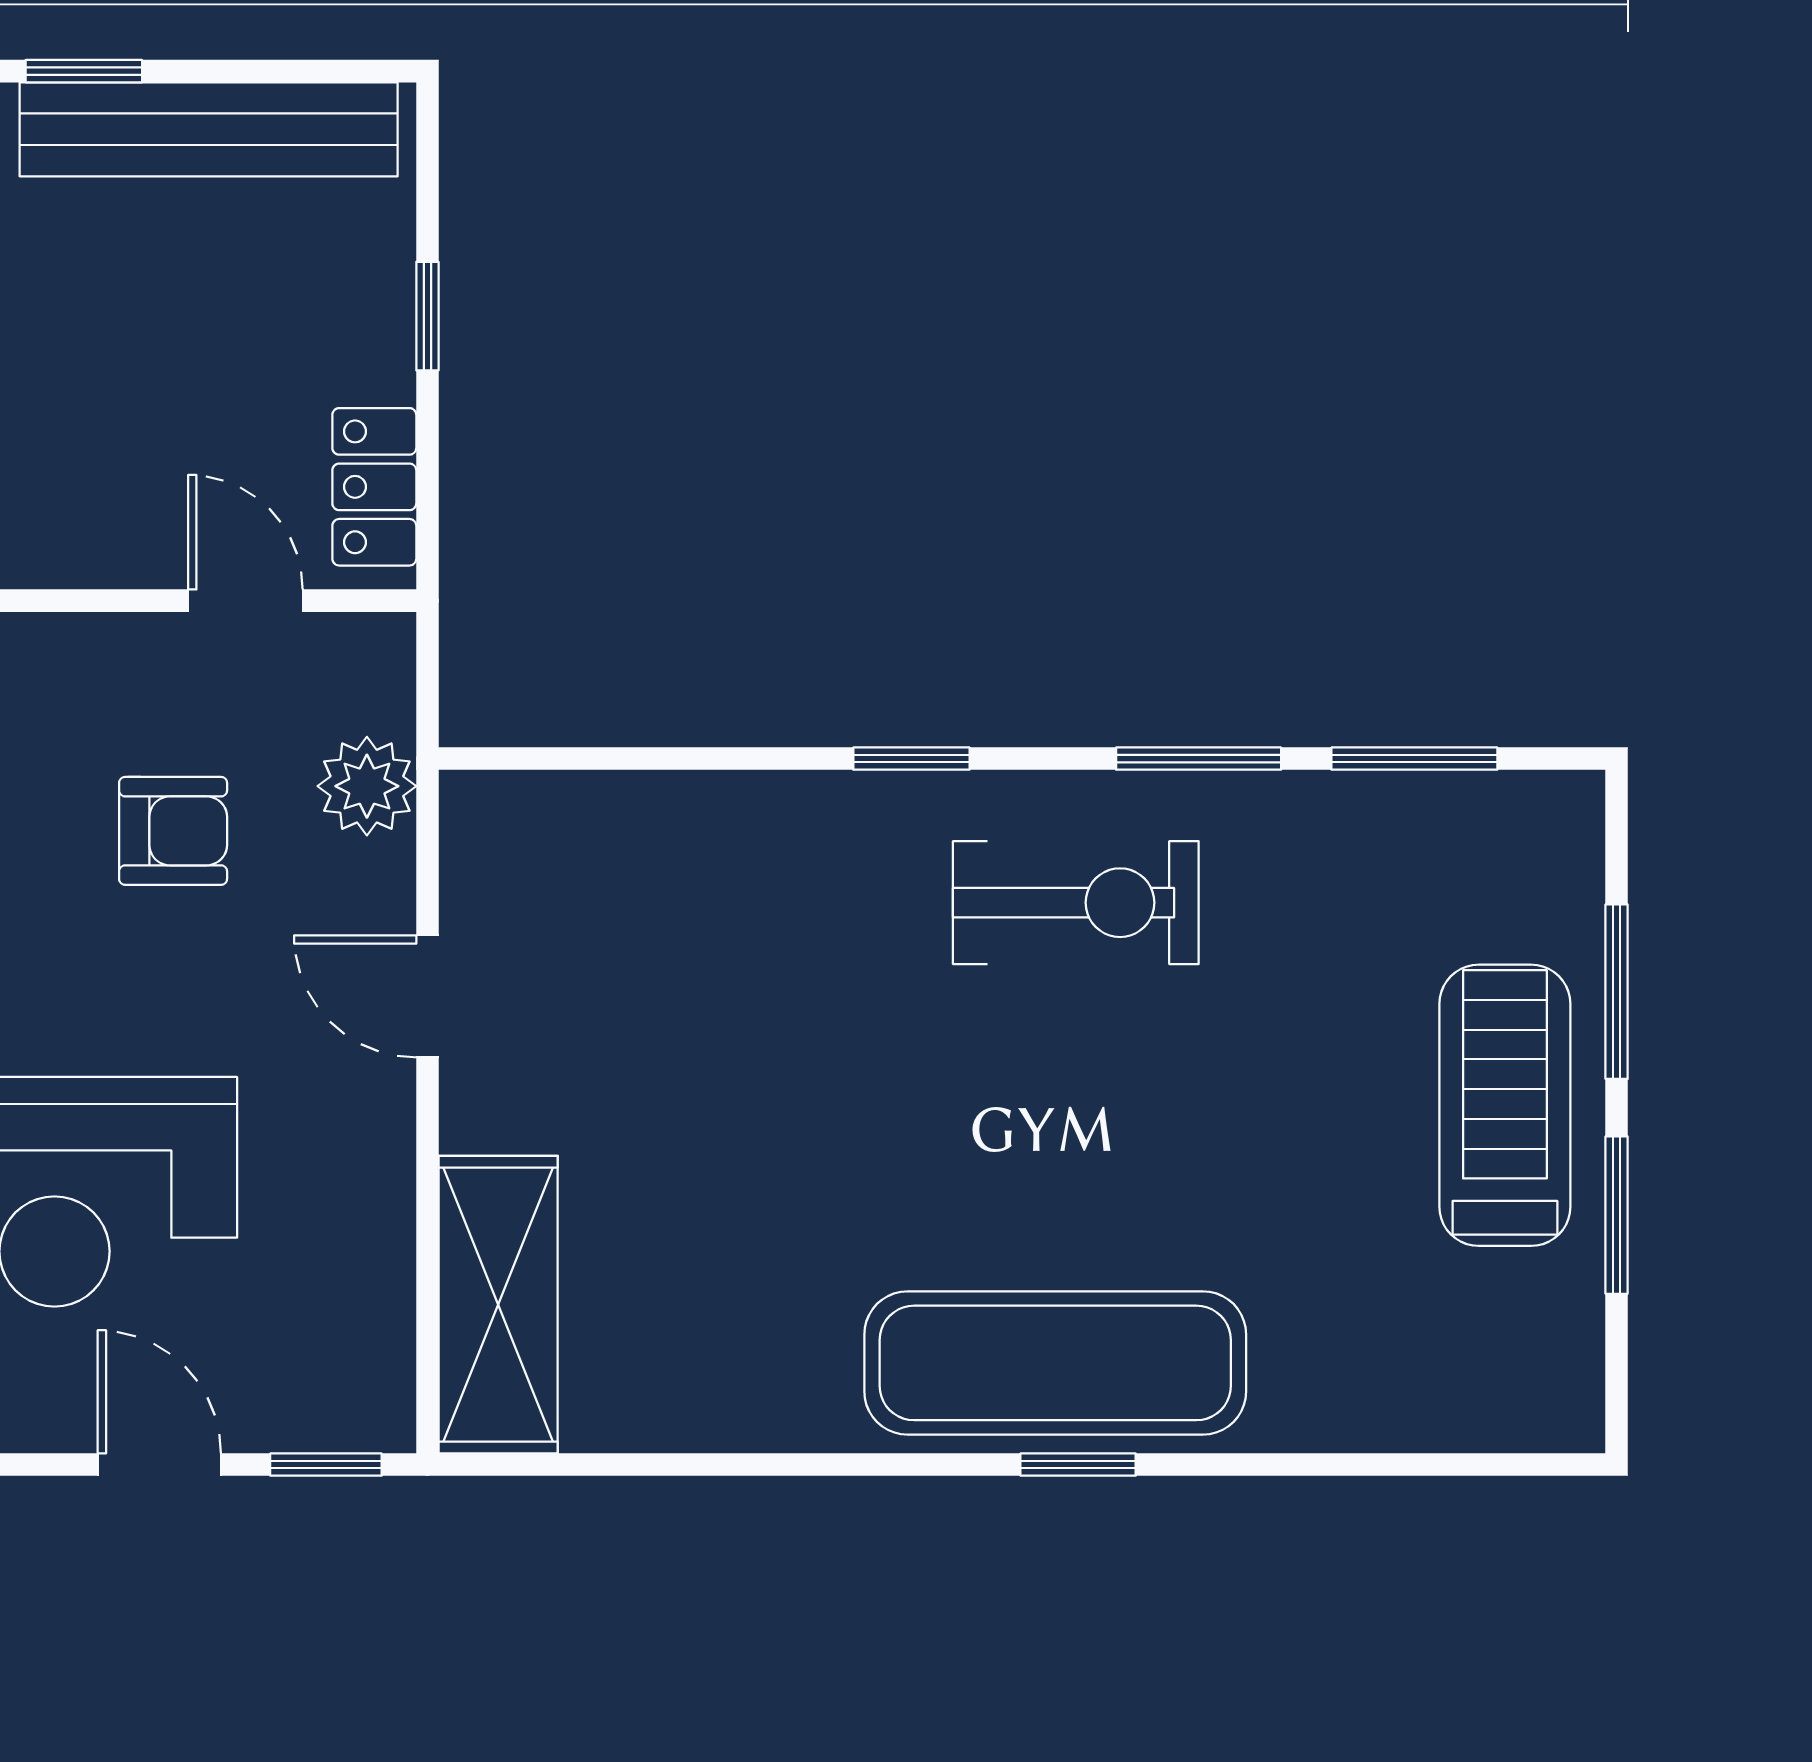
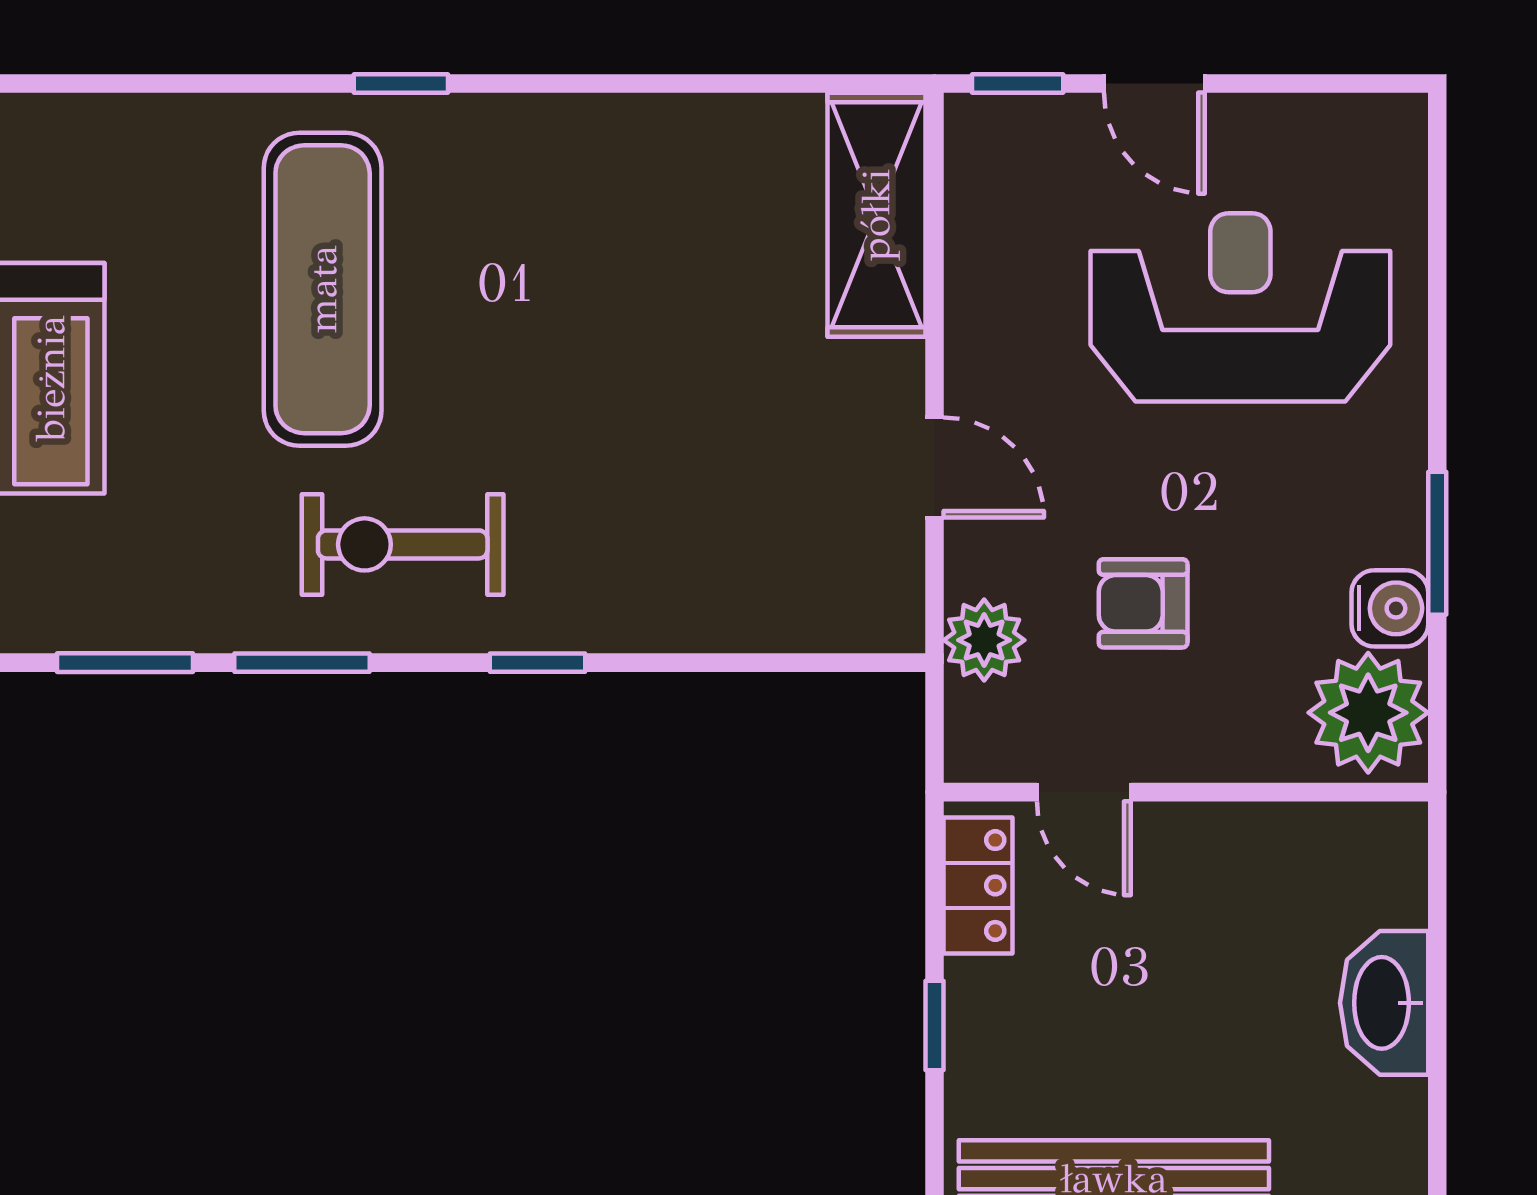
exercise mat: (1055, 1363) -> (323, 289), moved, turned 90

